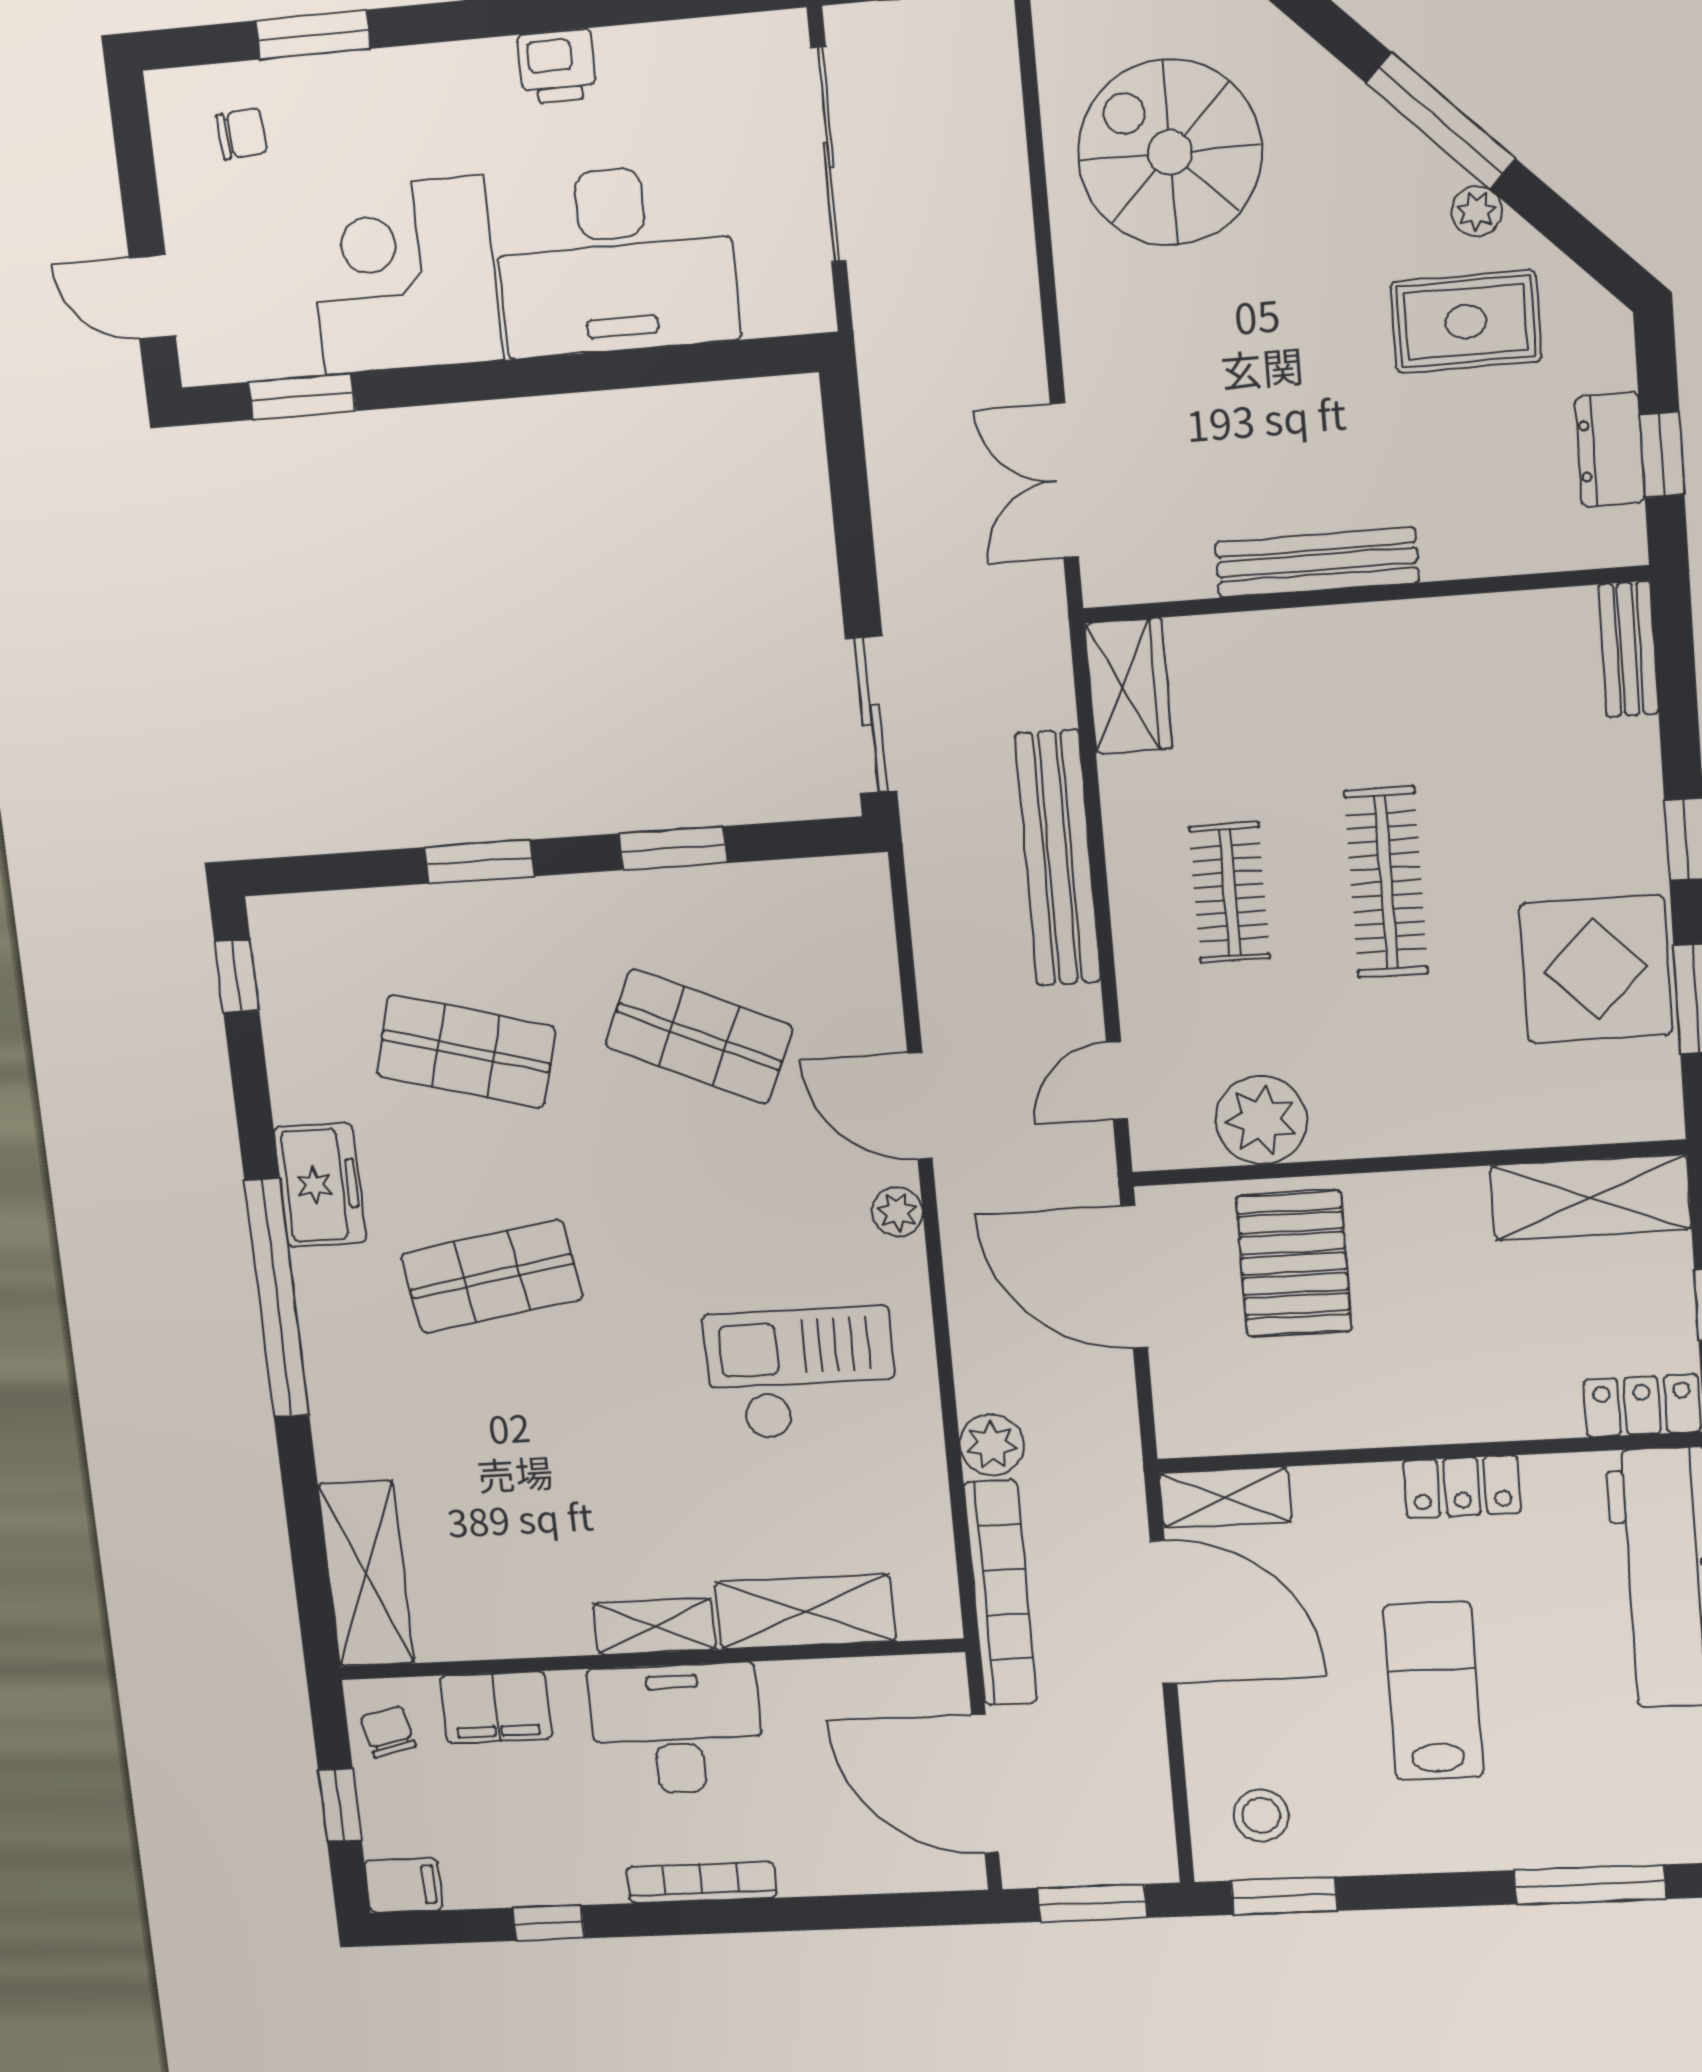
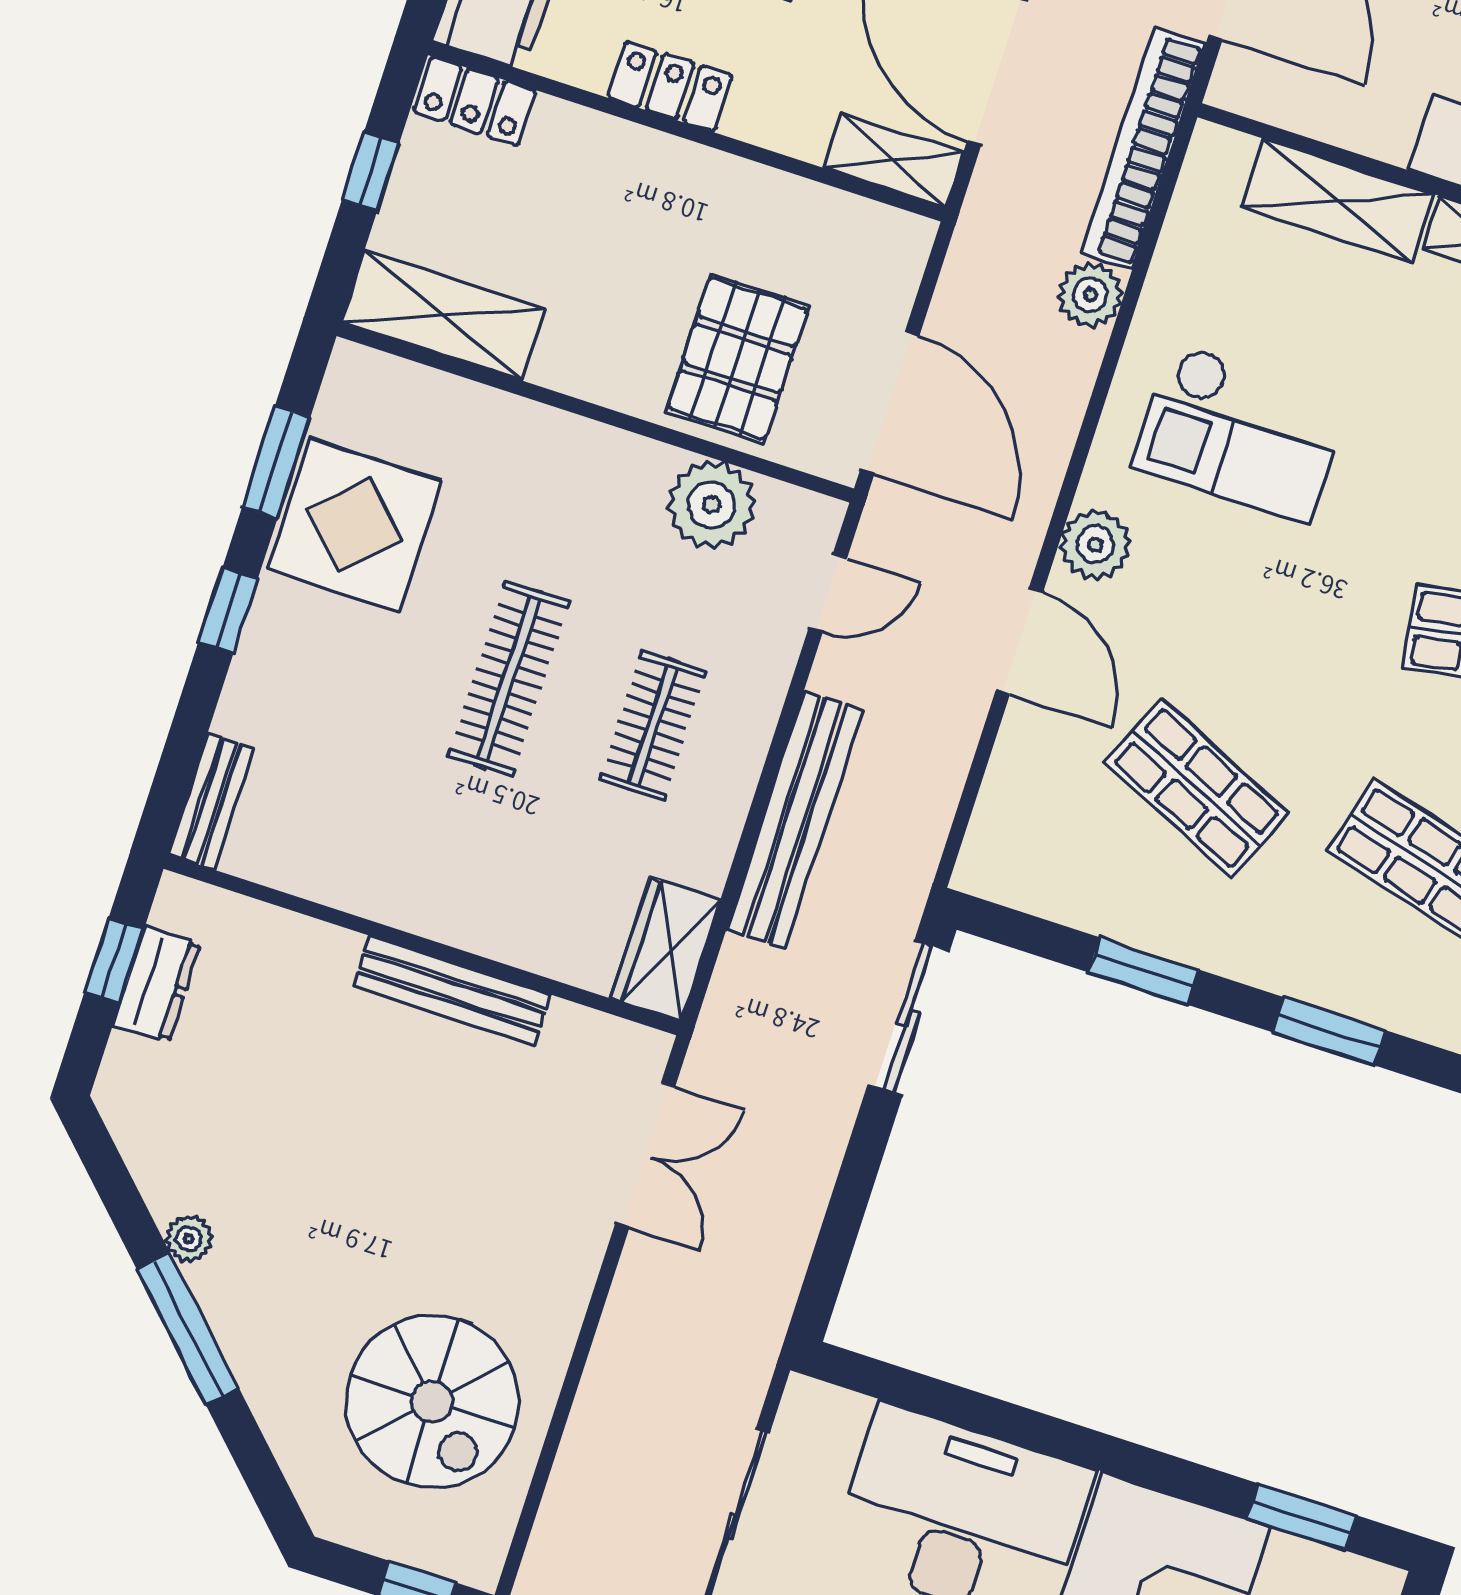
rug: (1466, 322) -> (236, 1147), removed
plant: (897, 1212) -> (1095, 545), width x1.38, depth x1.38

